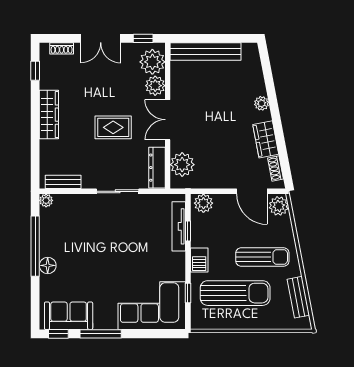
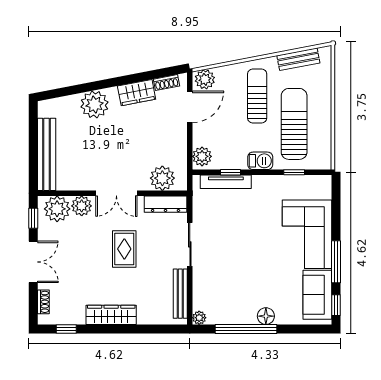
plant: (262, 103) -> (95, 105), width x1.88, depth x1.88
bench: (63, 182) -> (180, 294), width x1.36
corner sofa: (152, 306) -> (307, 234), moved

